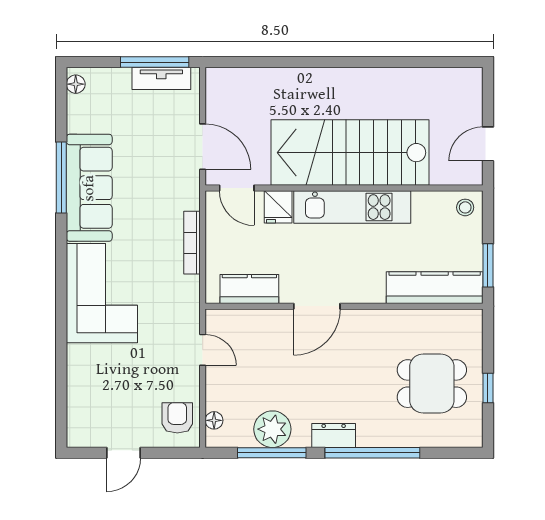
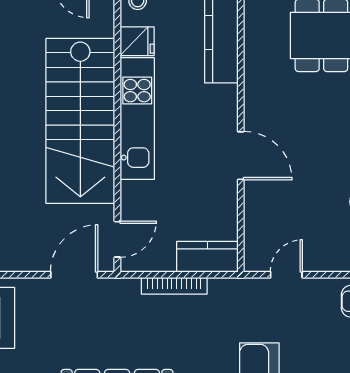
fridge: (278, 207) -> (137, 41), moved
kitchen counter: (249, 289) -> (207, 257), moved, turned 90

